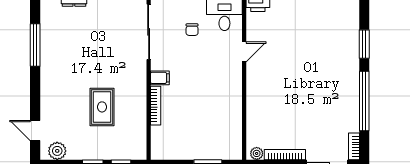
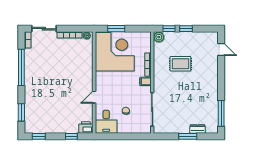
window: (364, 44) -> (21, 112), moved
window: (35, 45) -> (221, 113), moved
rug: (102, 107) -> (180, 64), turned 90
corner desk: (210, 127) -> (115, 52), added
plant: (57, 151) -> (159, 37), moved

